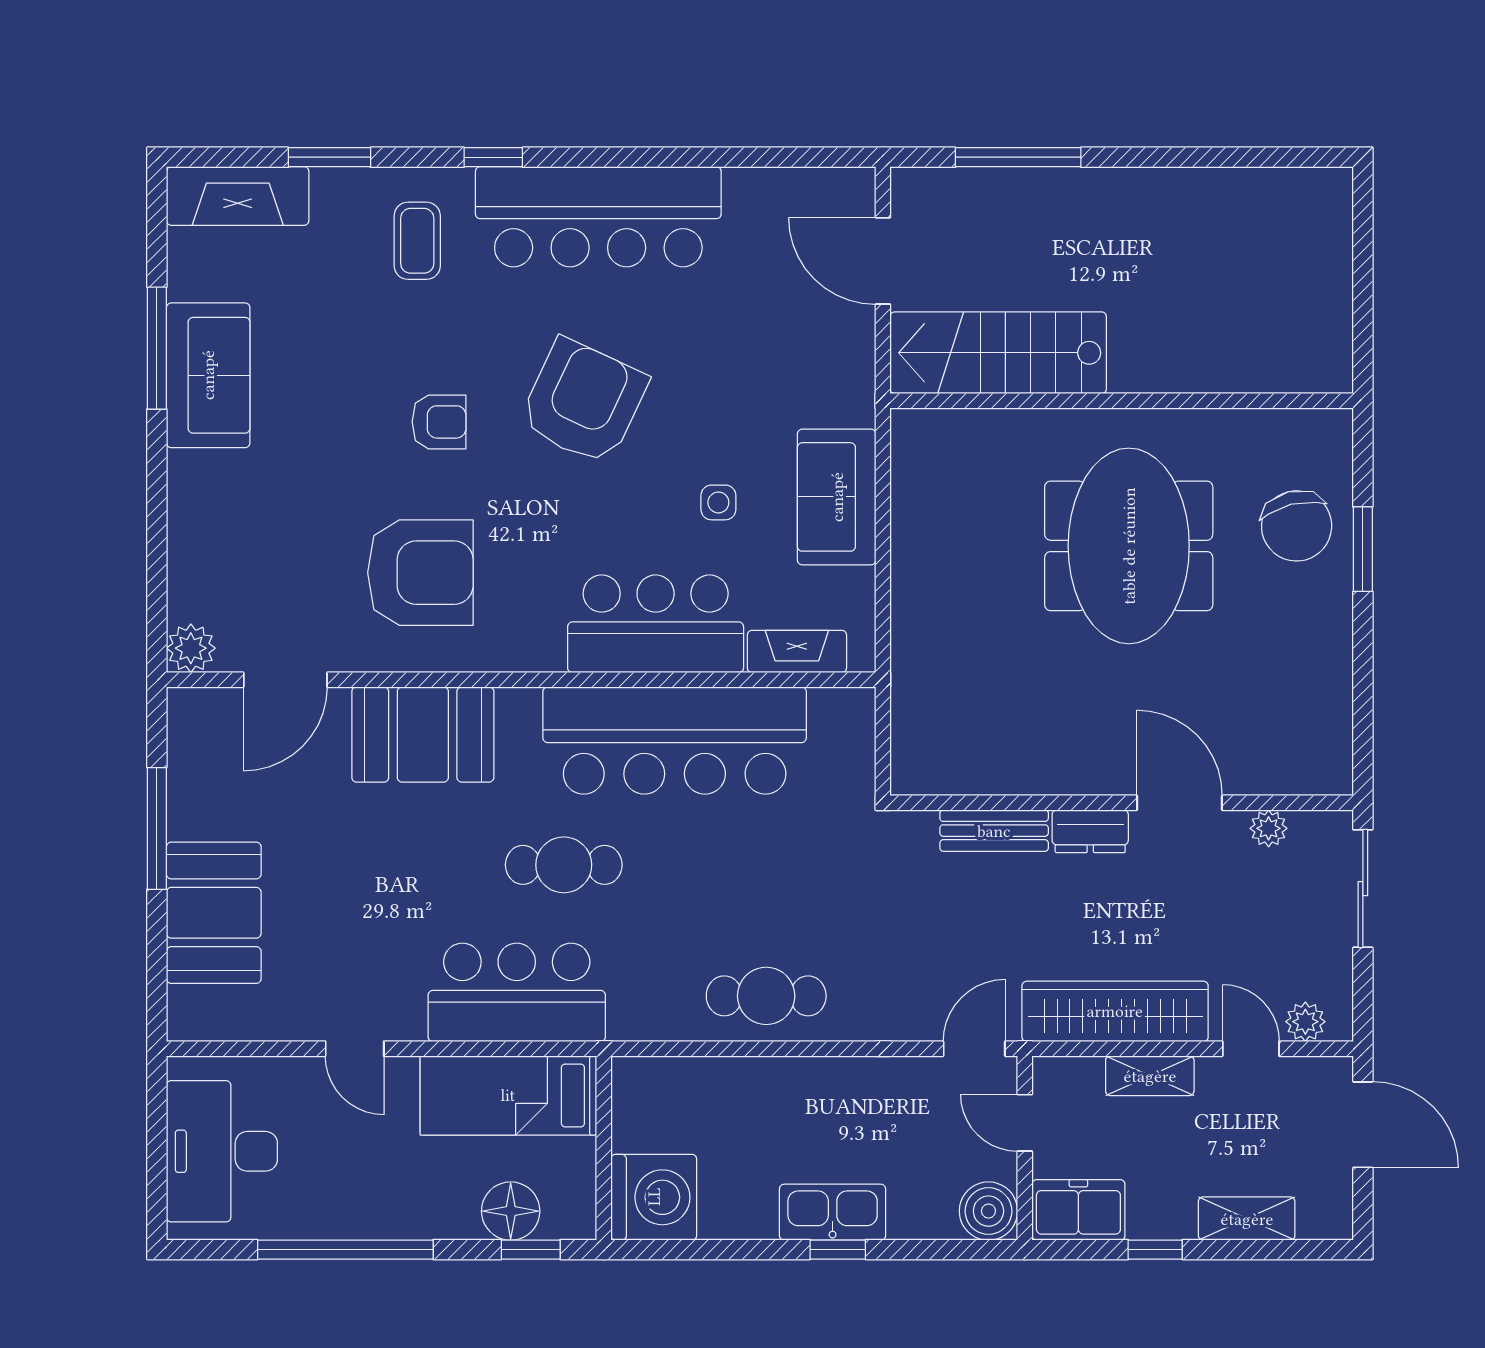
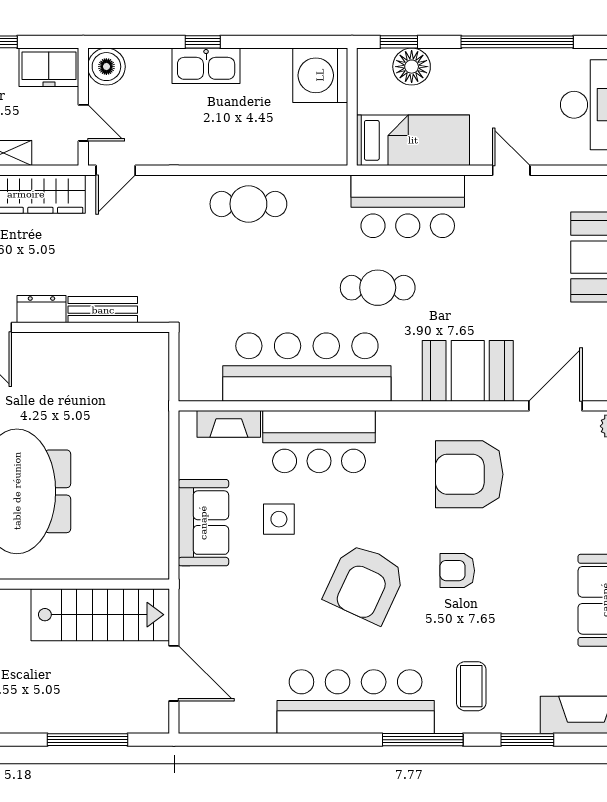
window: (493, 157) -> (423, 740), width x2.17
side table: (718, 502) -> (279, 519), width x1.37, depth x1.37

